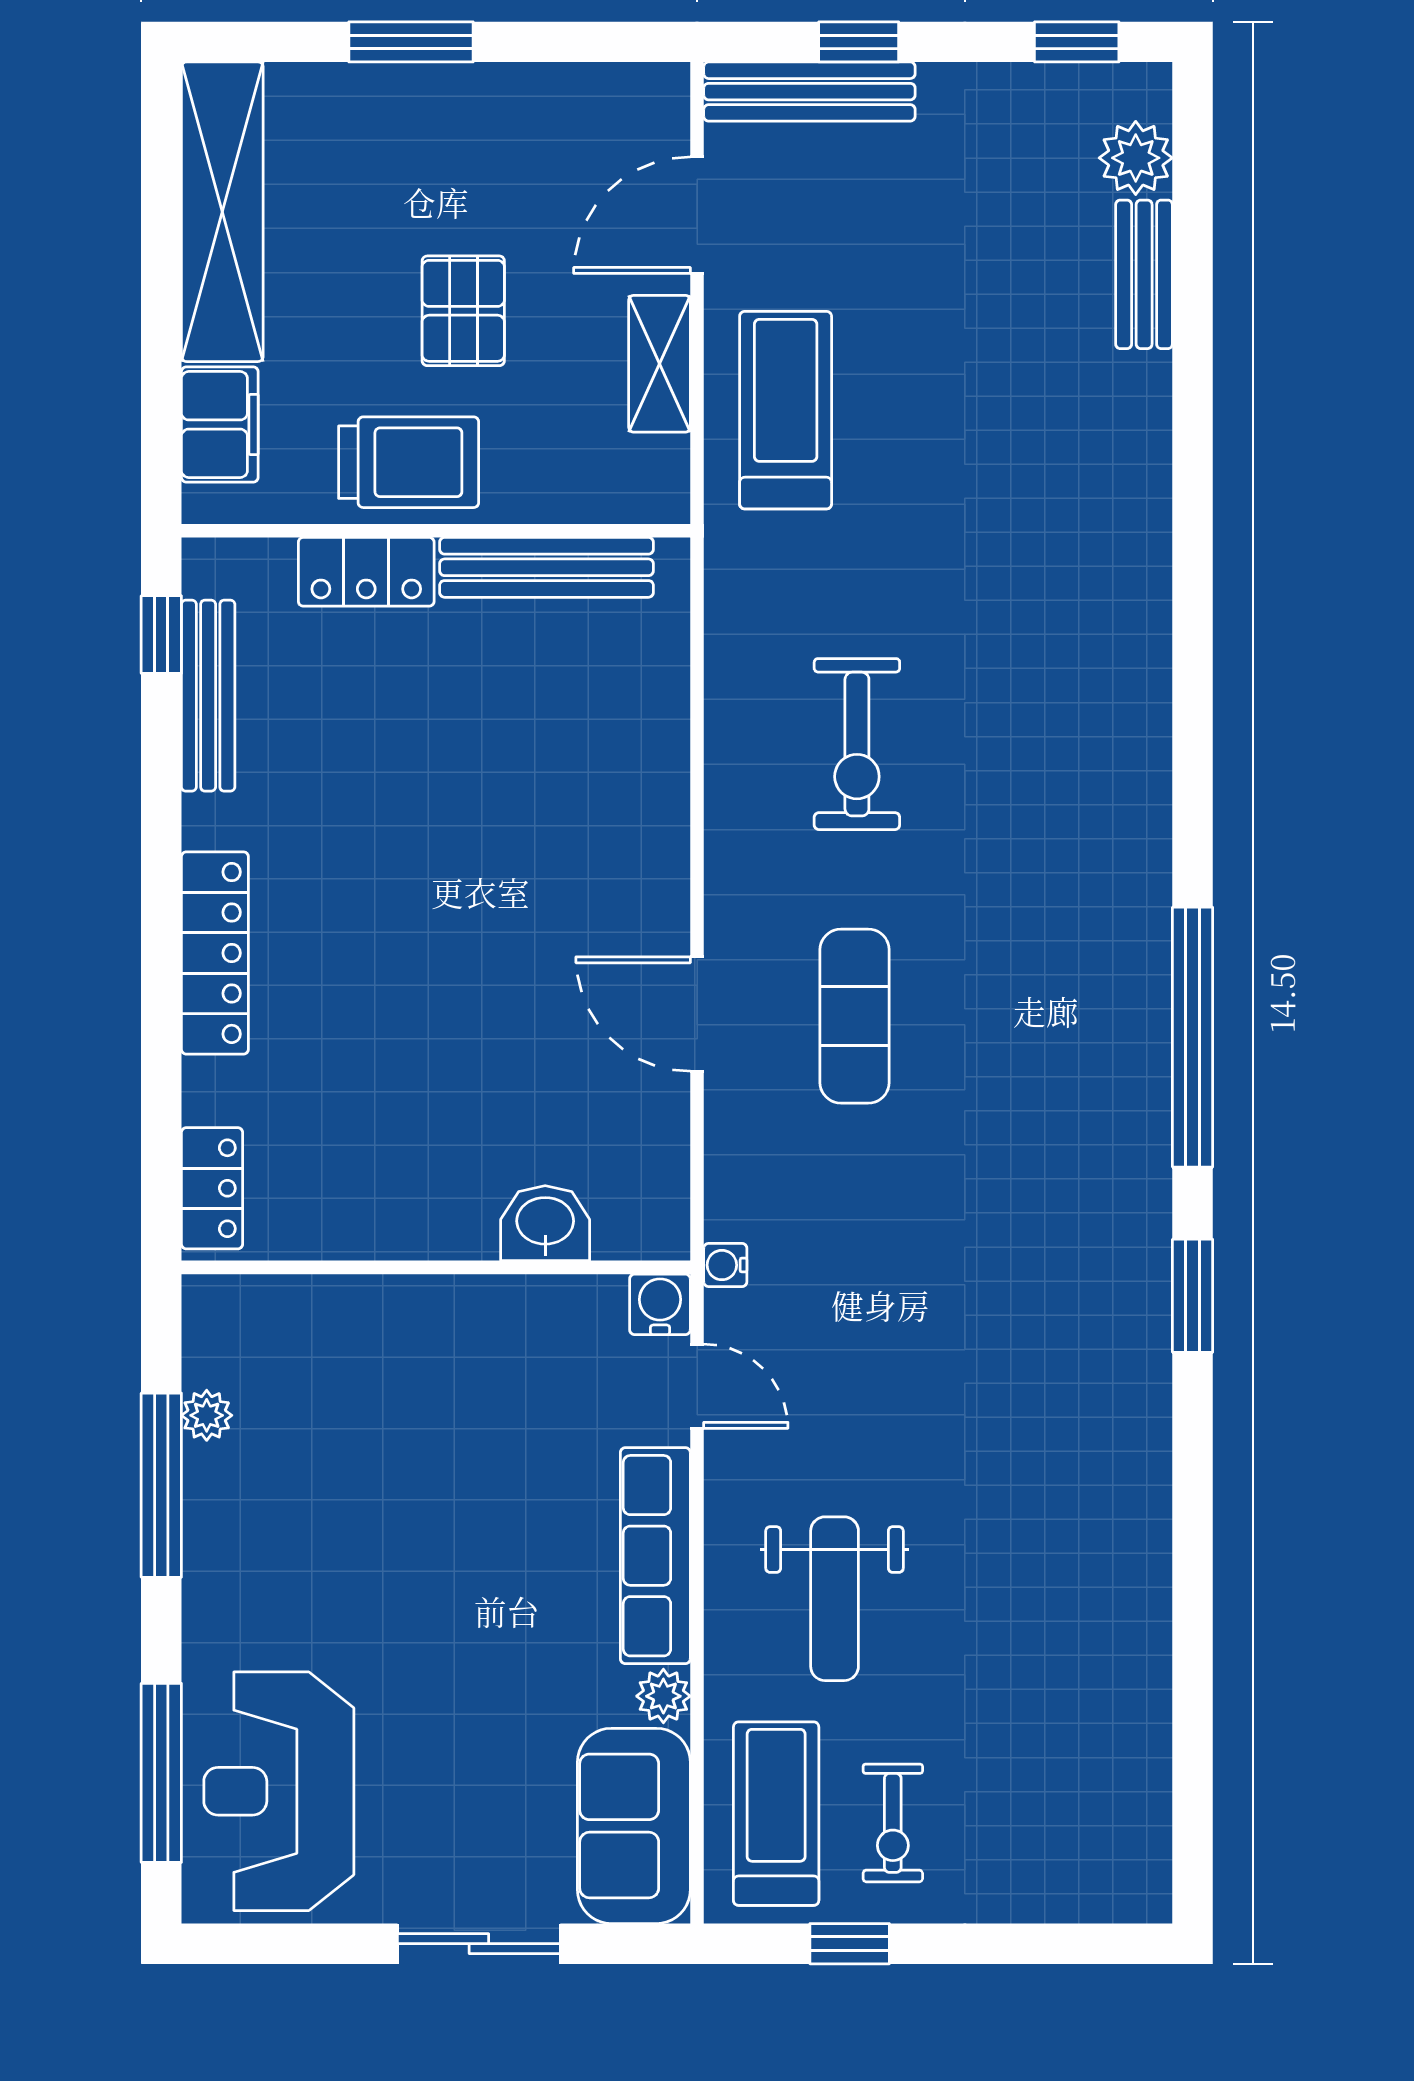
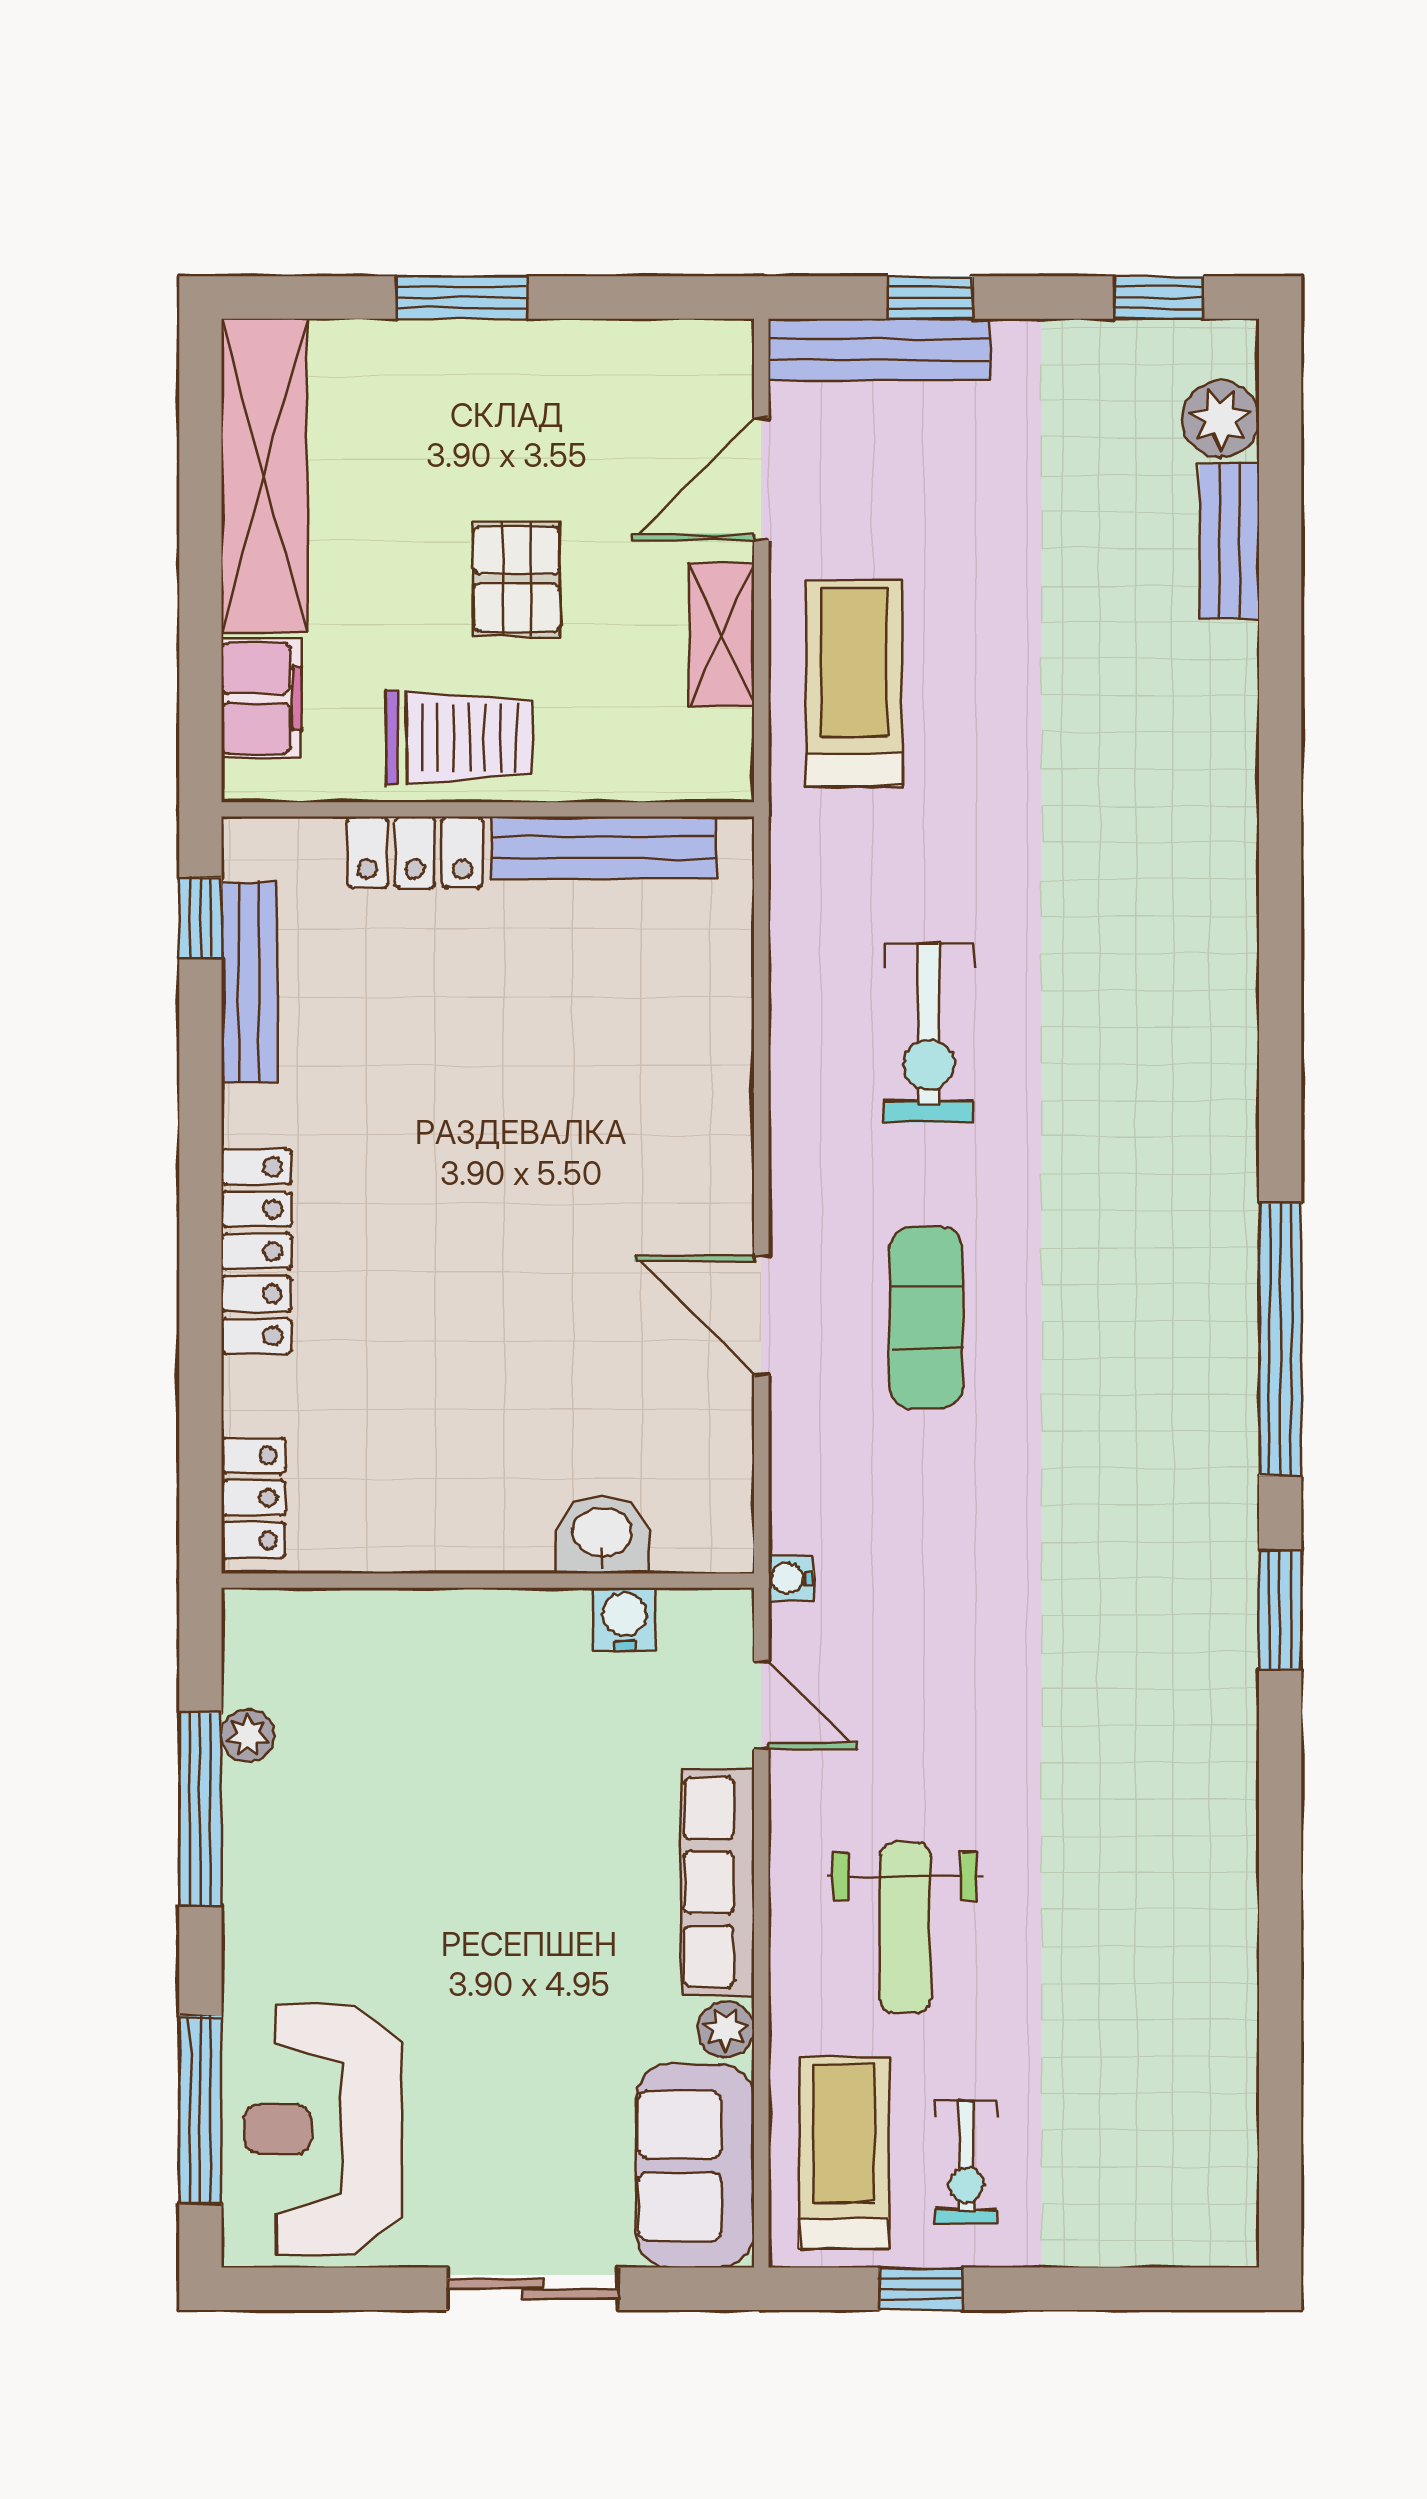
water cooler: (660, 1304) -> (624, 1619), moved

